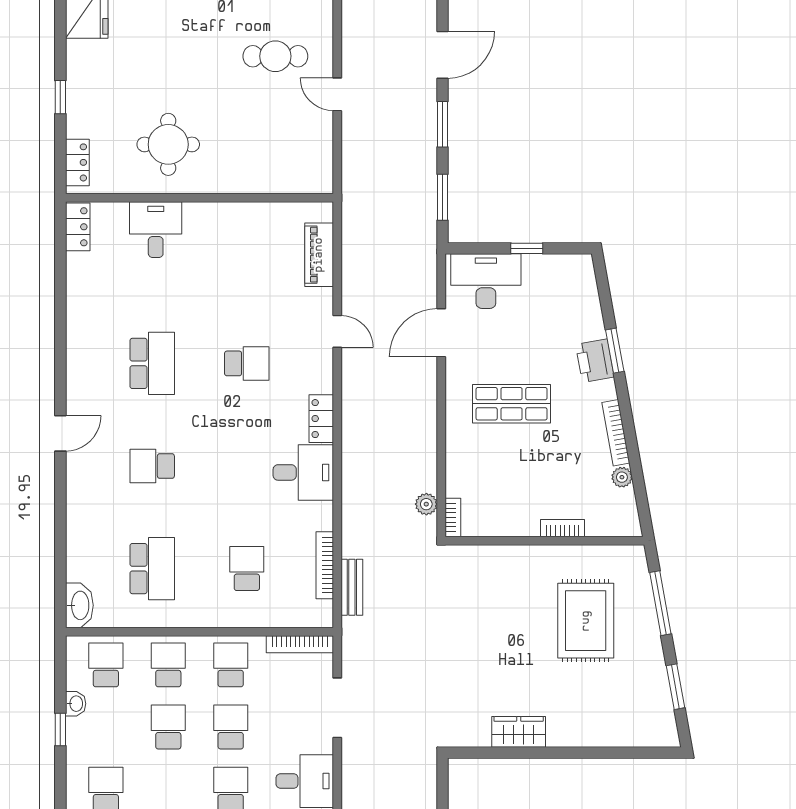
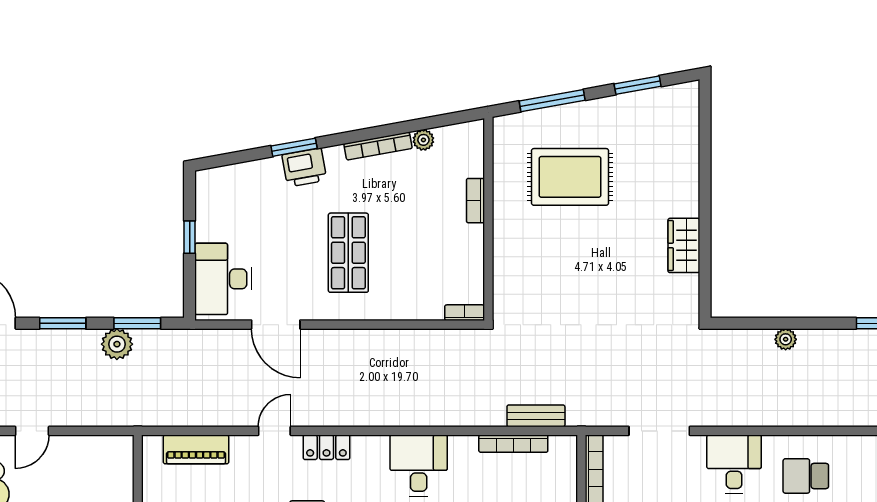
locker: (321, 419) -> (326, 447), moved
plant: (426, 504) -> (117, 344), moved, width x1.38, depth x1.38

